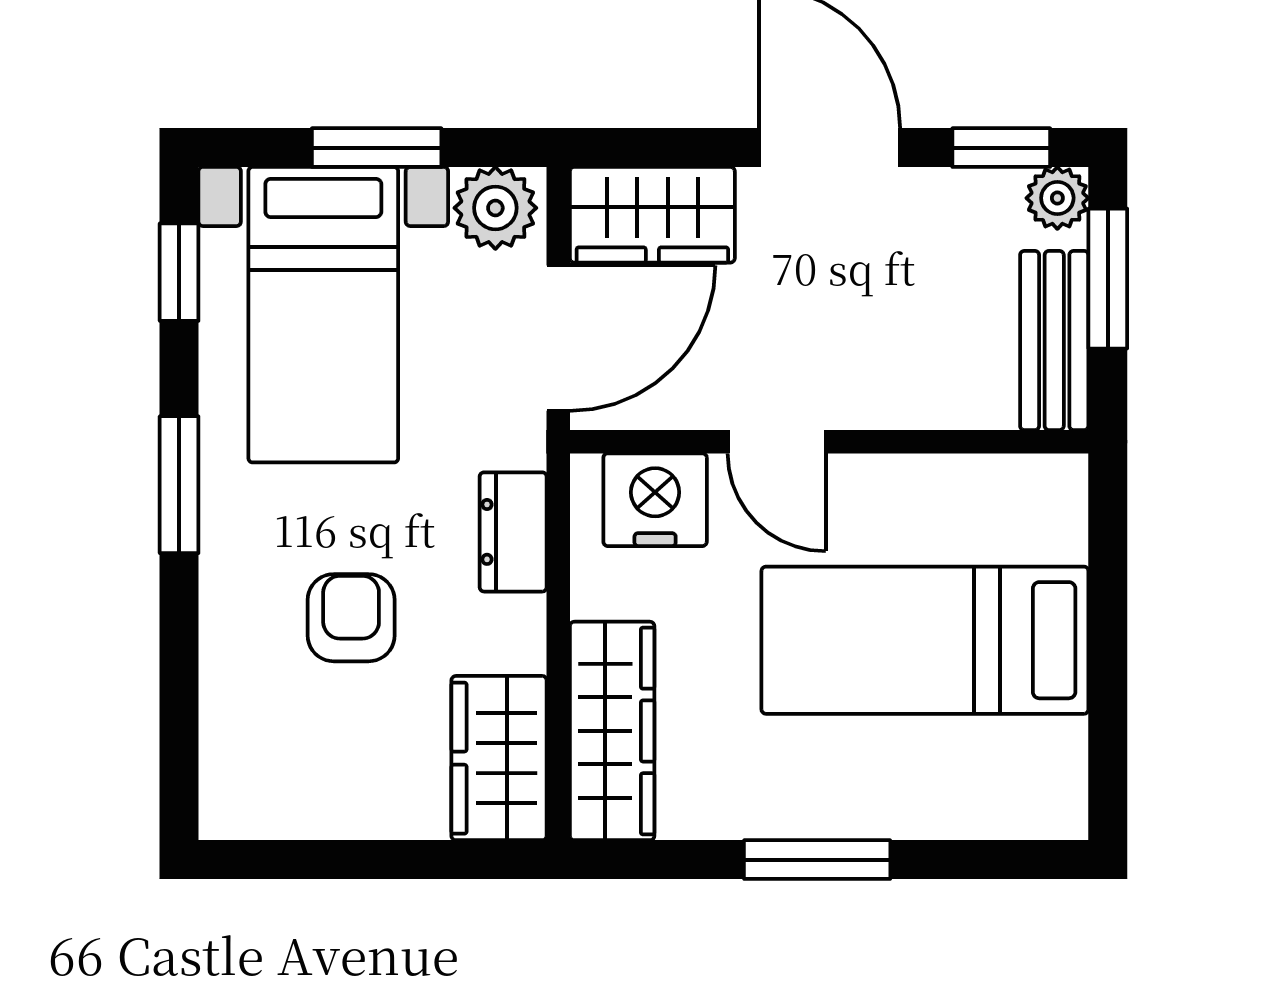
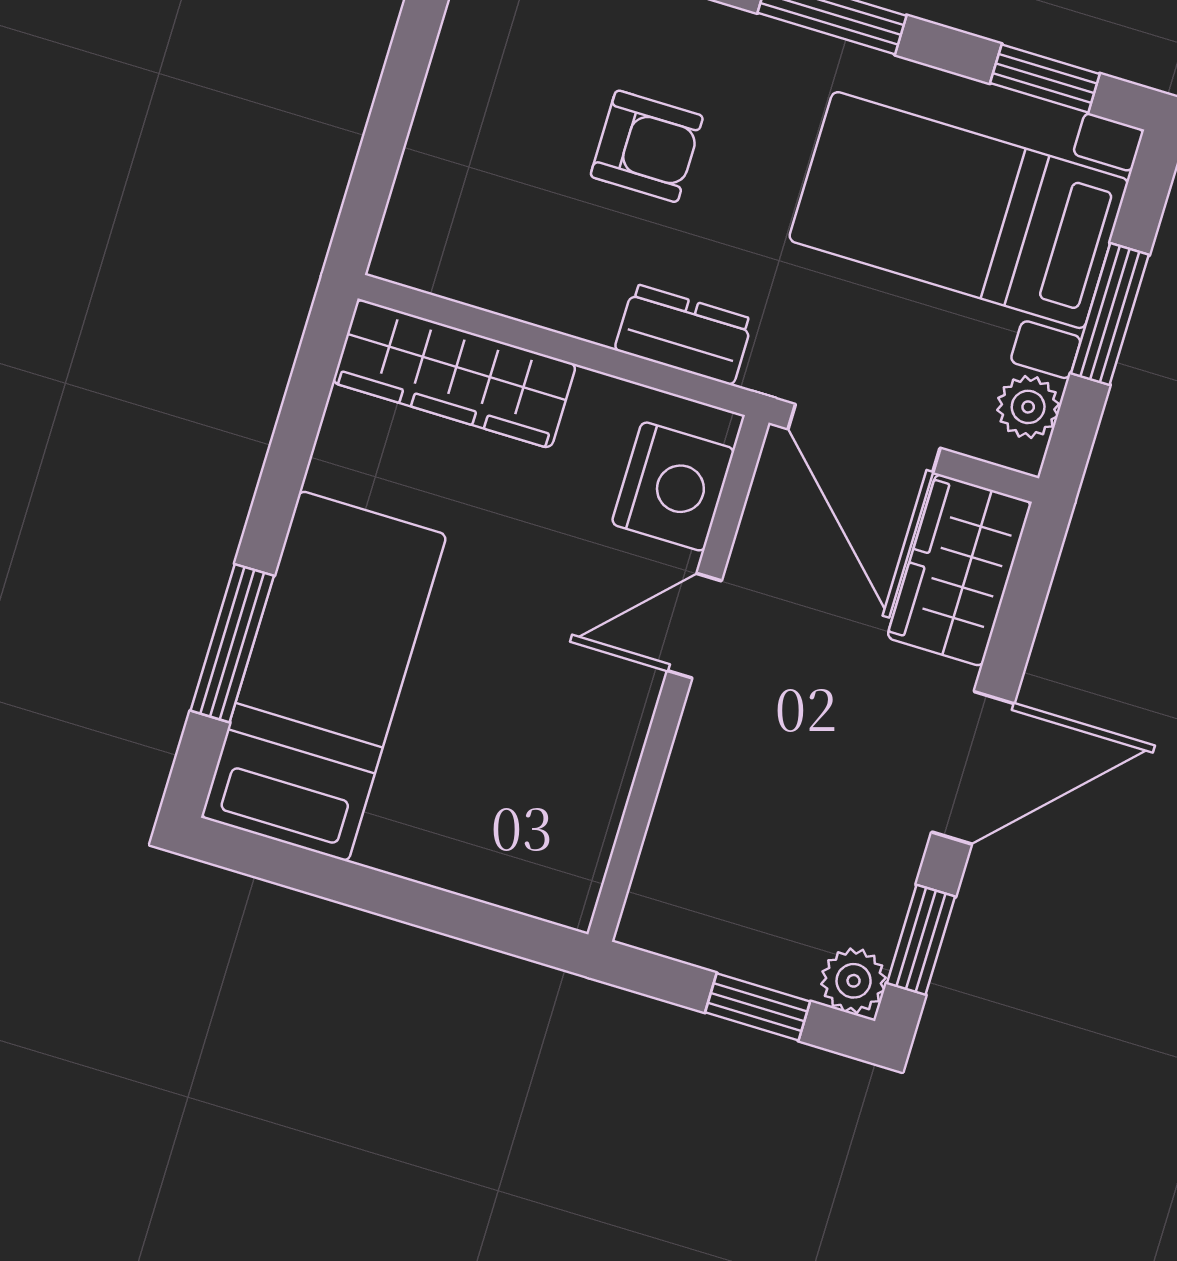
plant: (495, 208) -> (1028, 407), width x0.73, depth x0.73
window: (1108, 279) -> (758, 1007), width x0.67
bench: (1054, 340) -> (712, 935), removed
bed: (925, 640) -> (324, 676), moved
wardrobe: (499, 758) -> (461, 252), removed
window: (817, 860) -> (232, 643), moved

